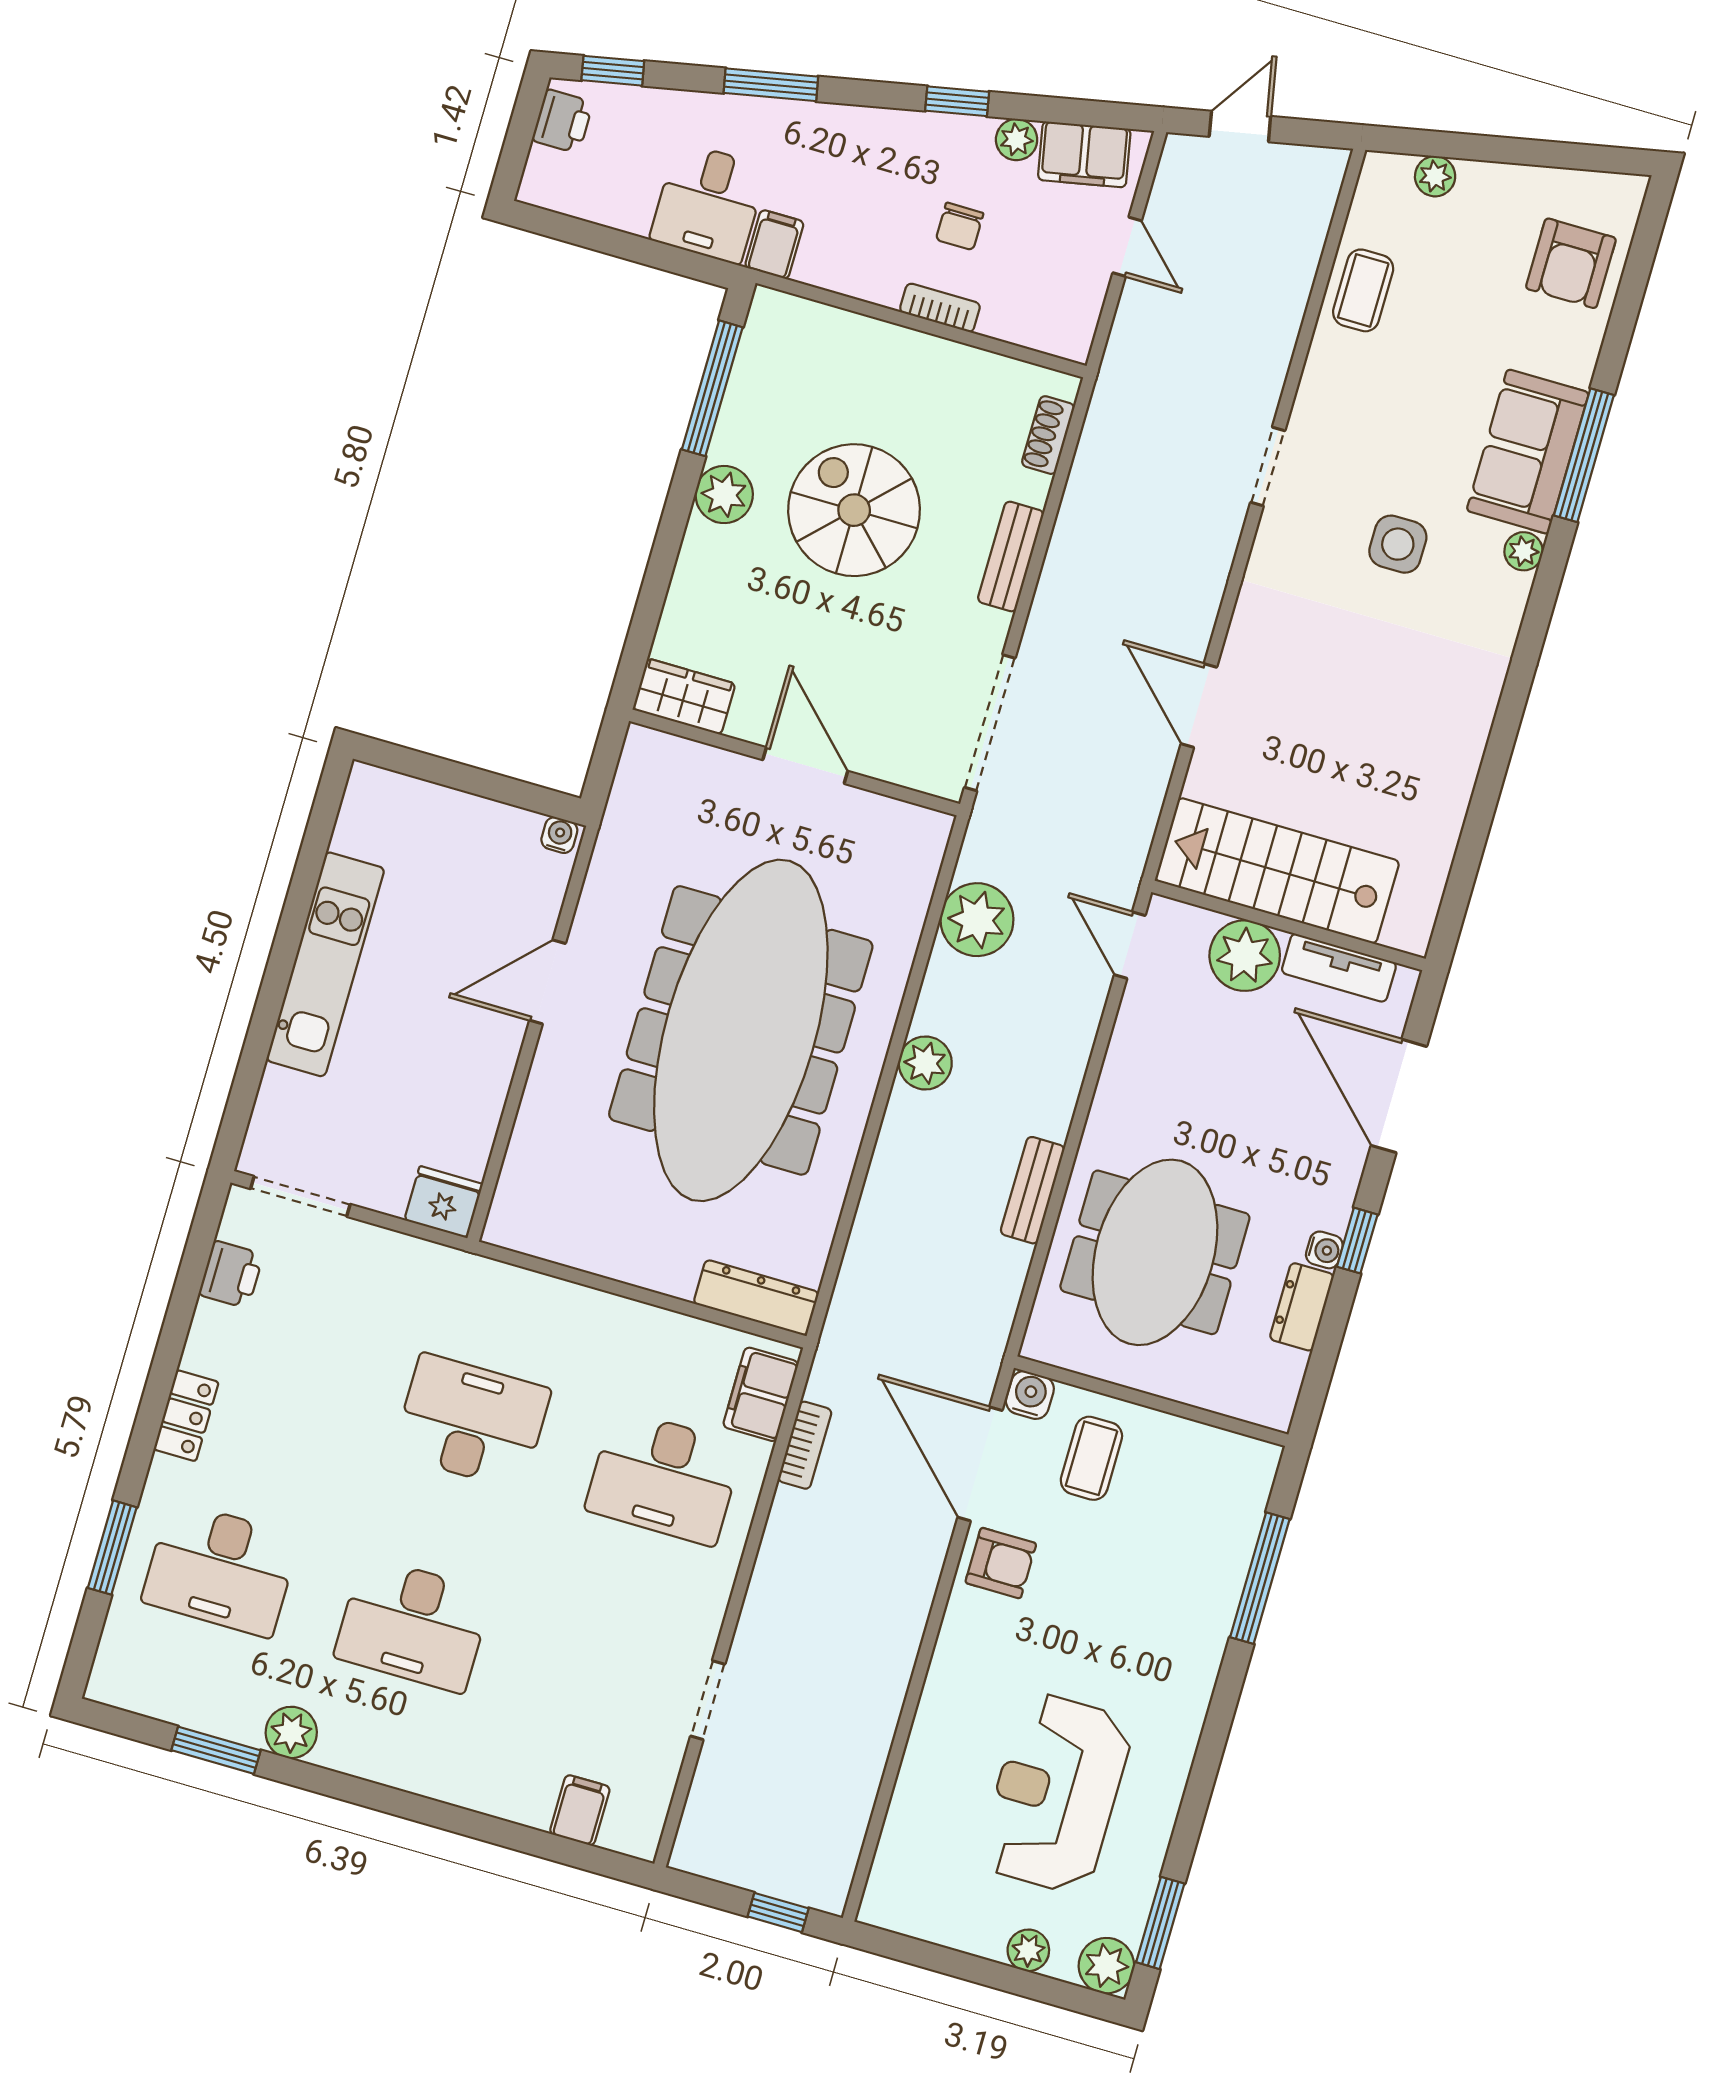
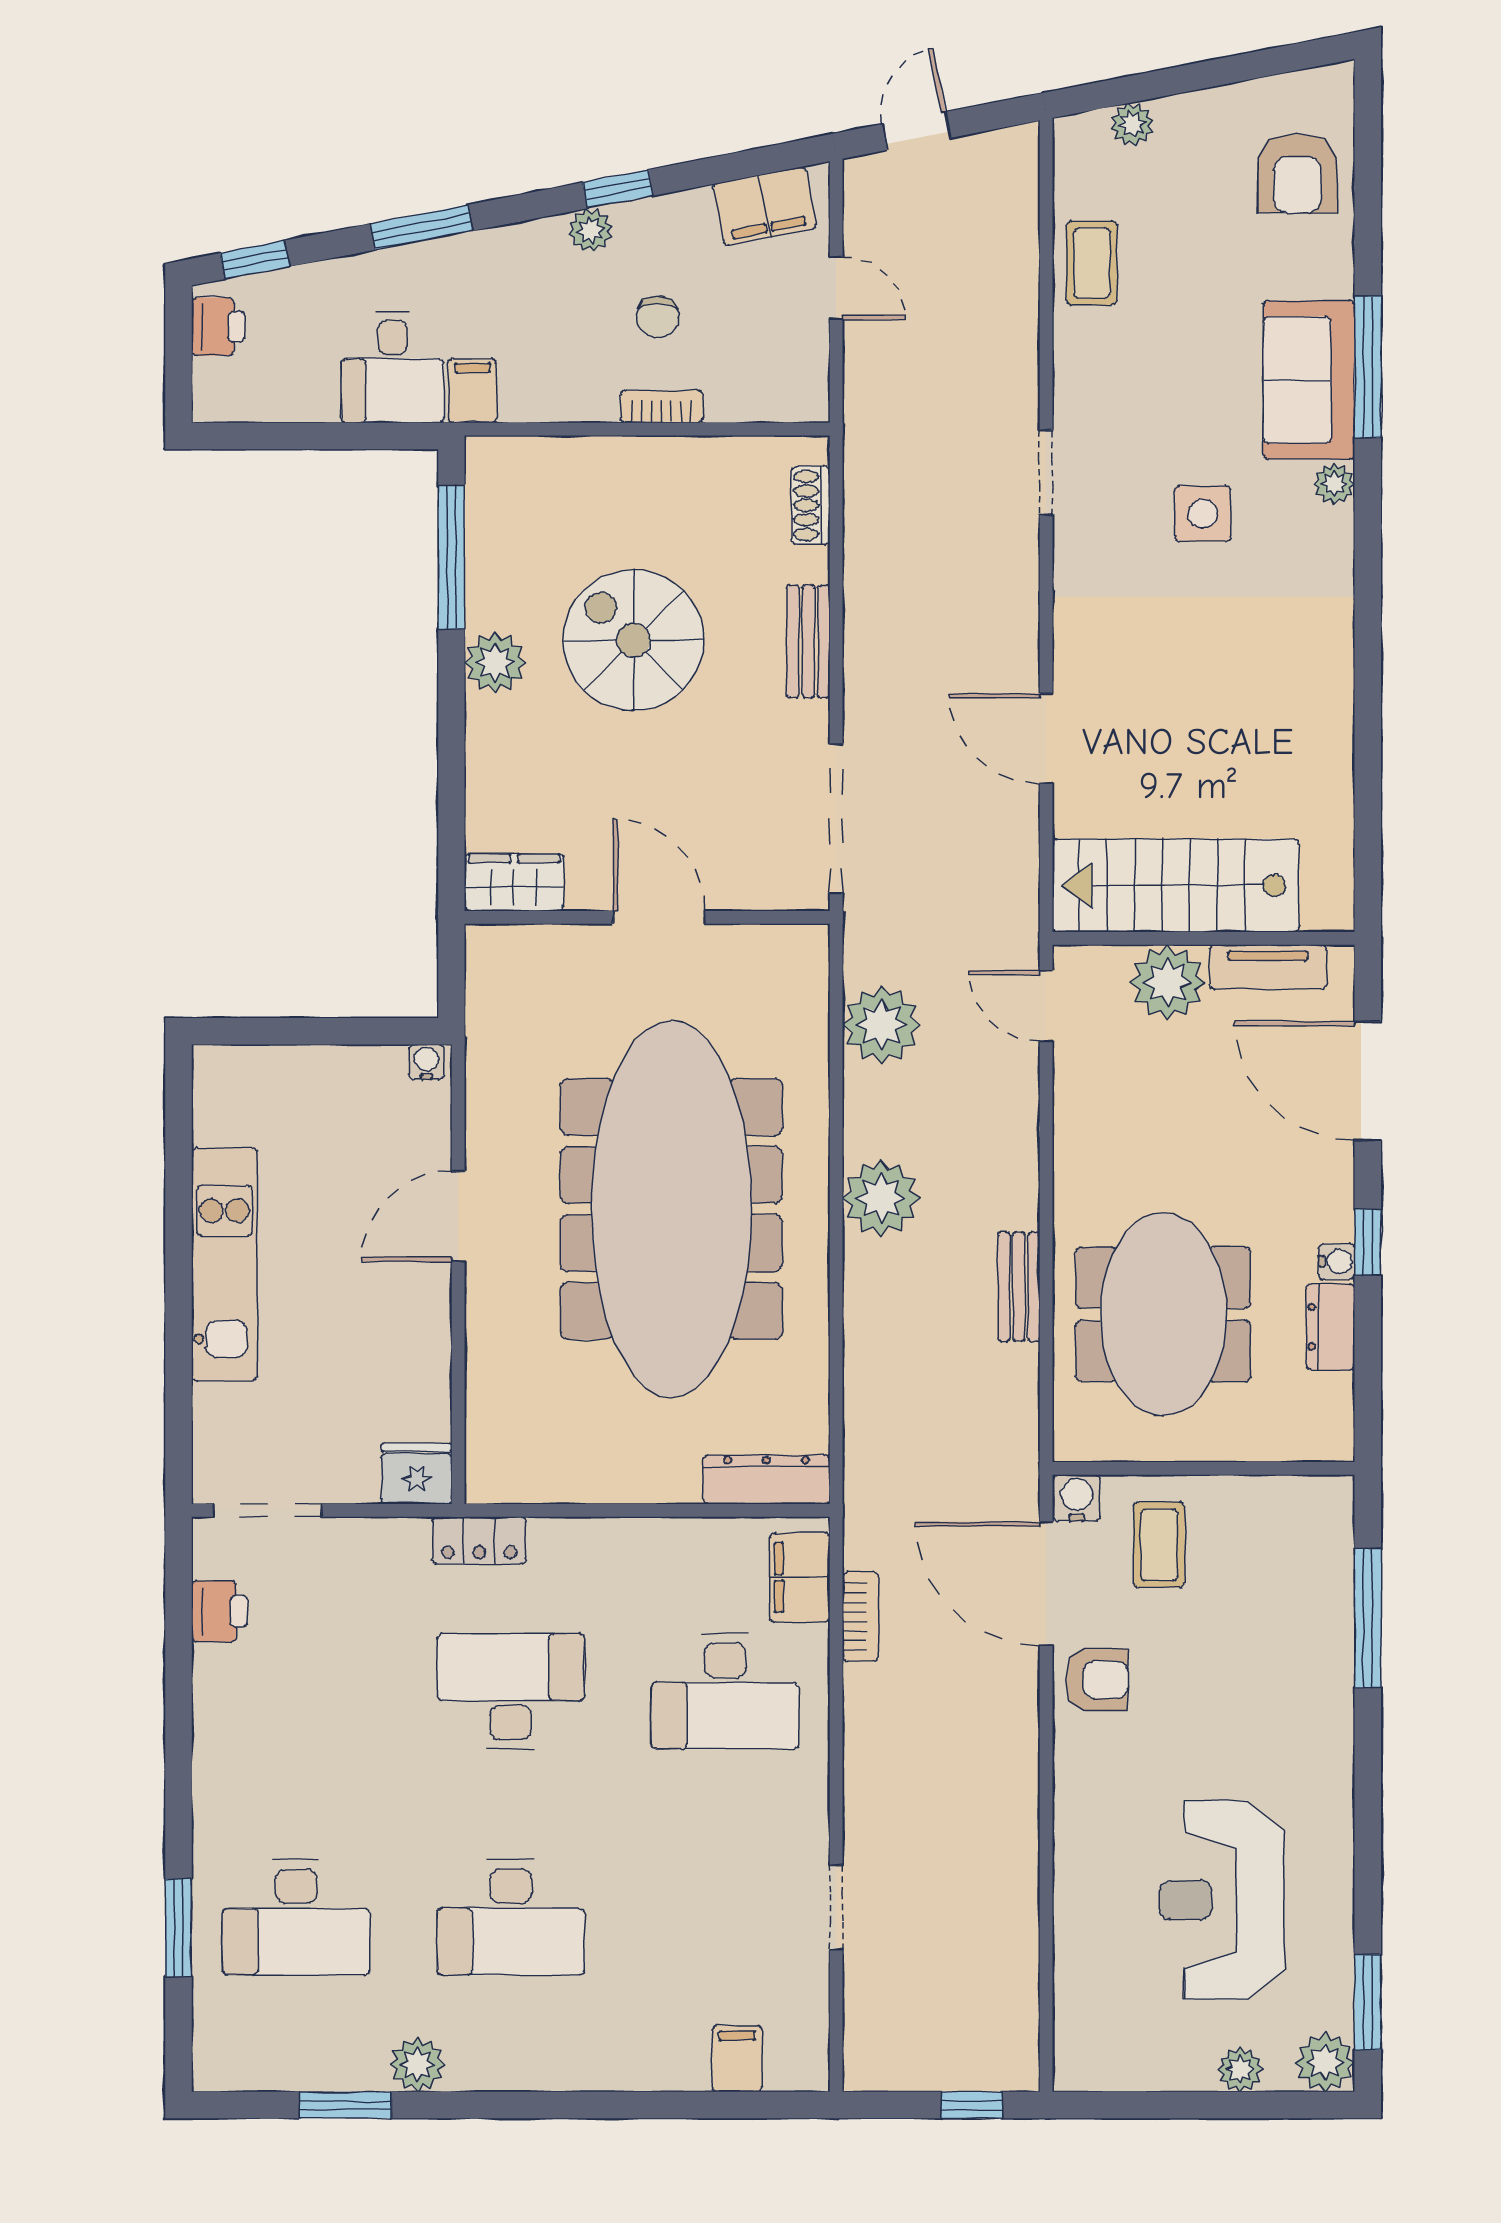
plant: (1017, 140) -> (591, 230), moved
plant: (925, 1063) -> (881, 1198), width x1.36, depth x1.36
locker: (186, 1416) -> (479, 1540), moved, turned 90

